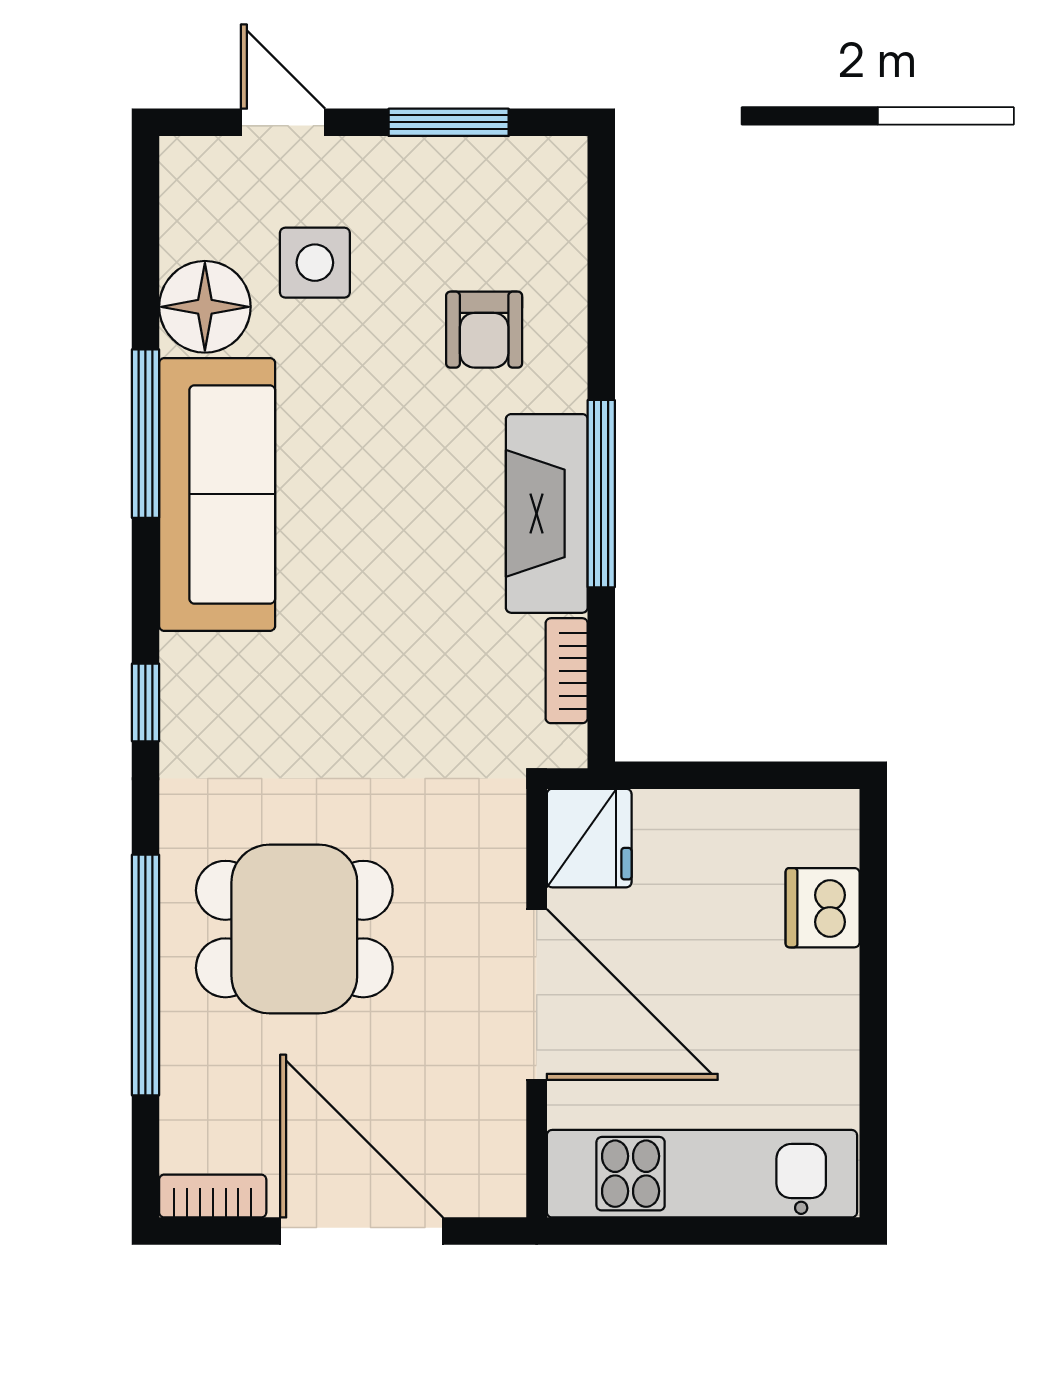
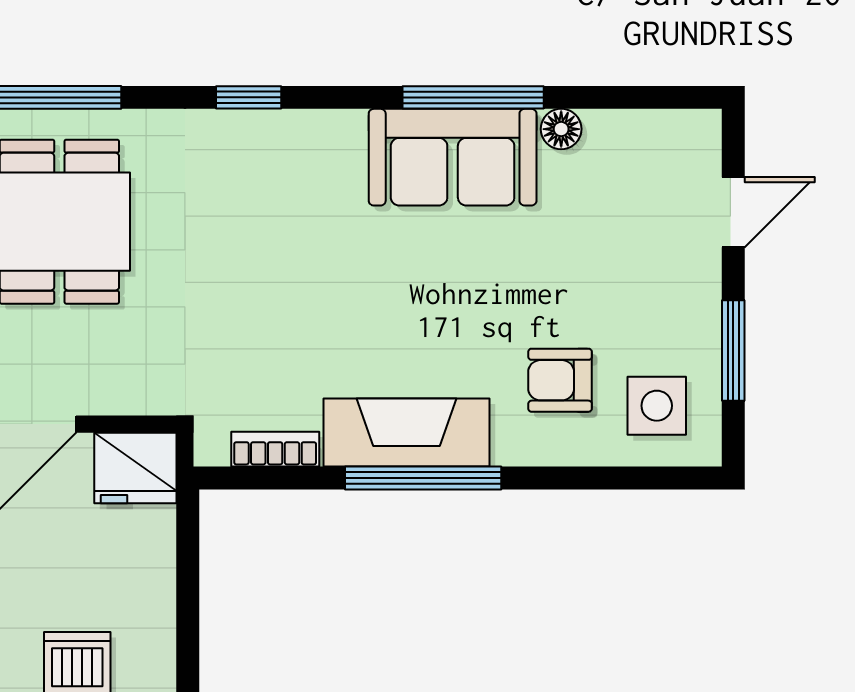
side table: (315, 263) -> (657, 406), moved
floor lamp: (205, 307) -> (561, 129), width x0.53, depth x0.53
sofa: (217, 494) -> (453, 157), width x0.73

